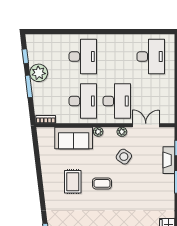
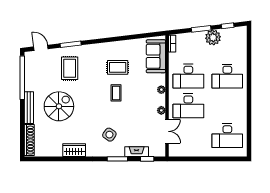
sofa: (74, 138) -> (156, 56), moved
side table: (124, 157) -> (109, 135), moved

